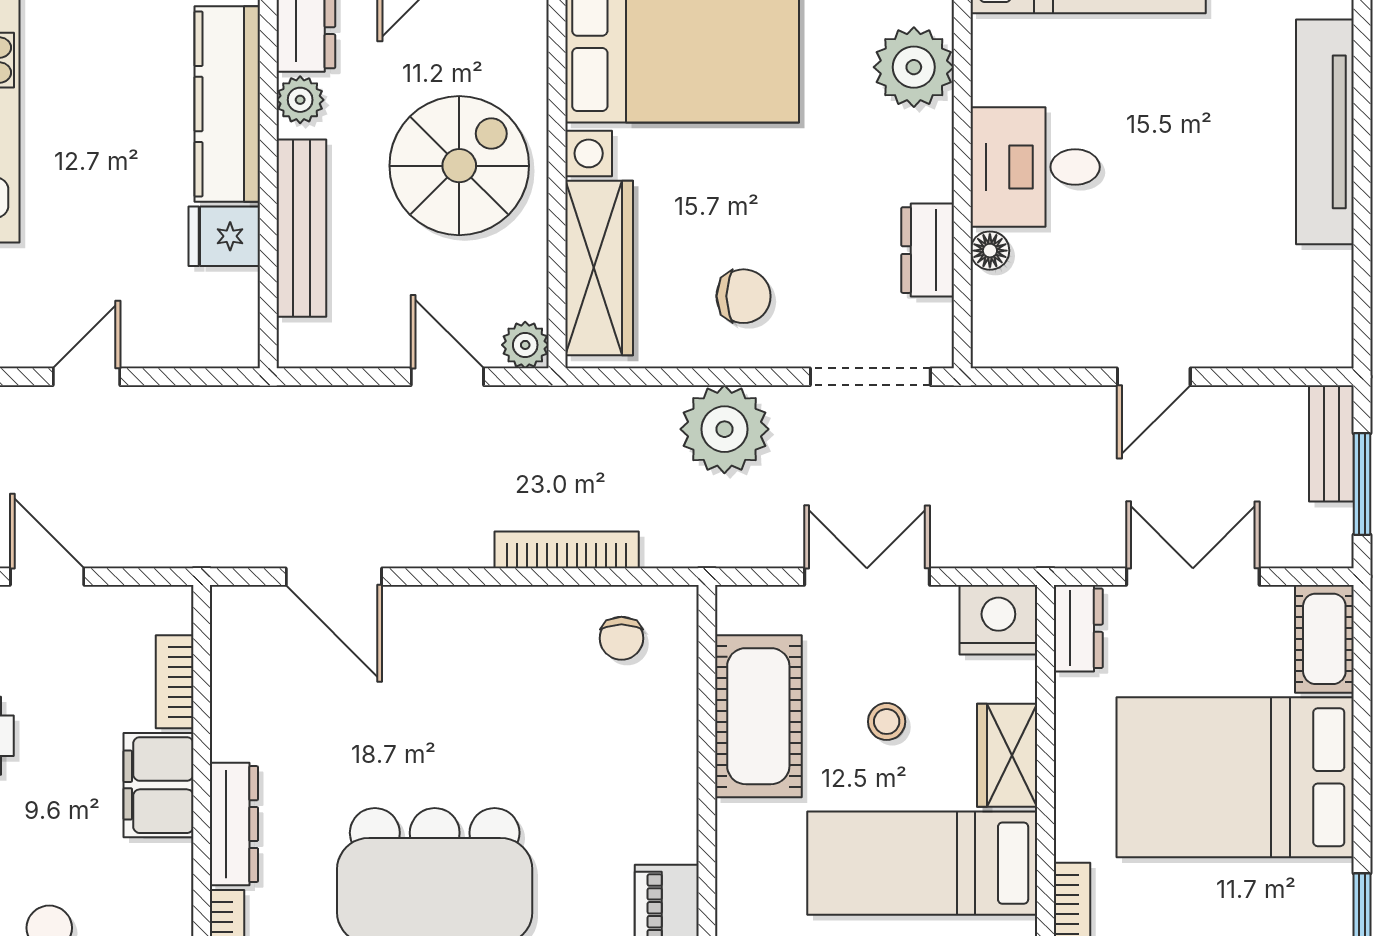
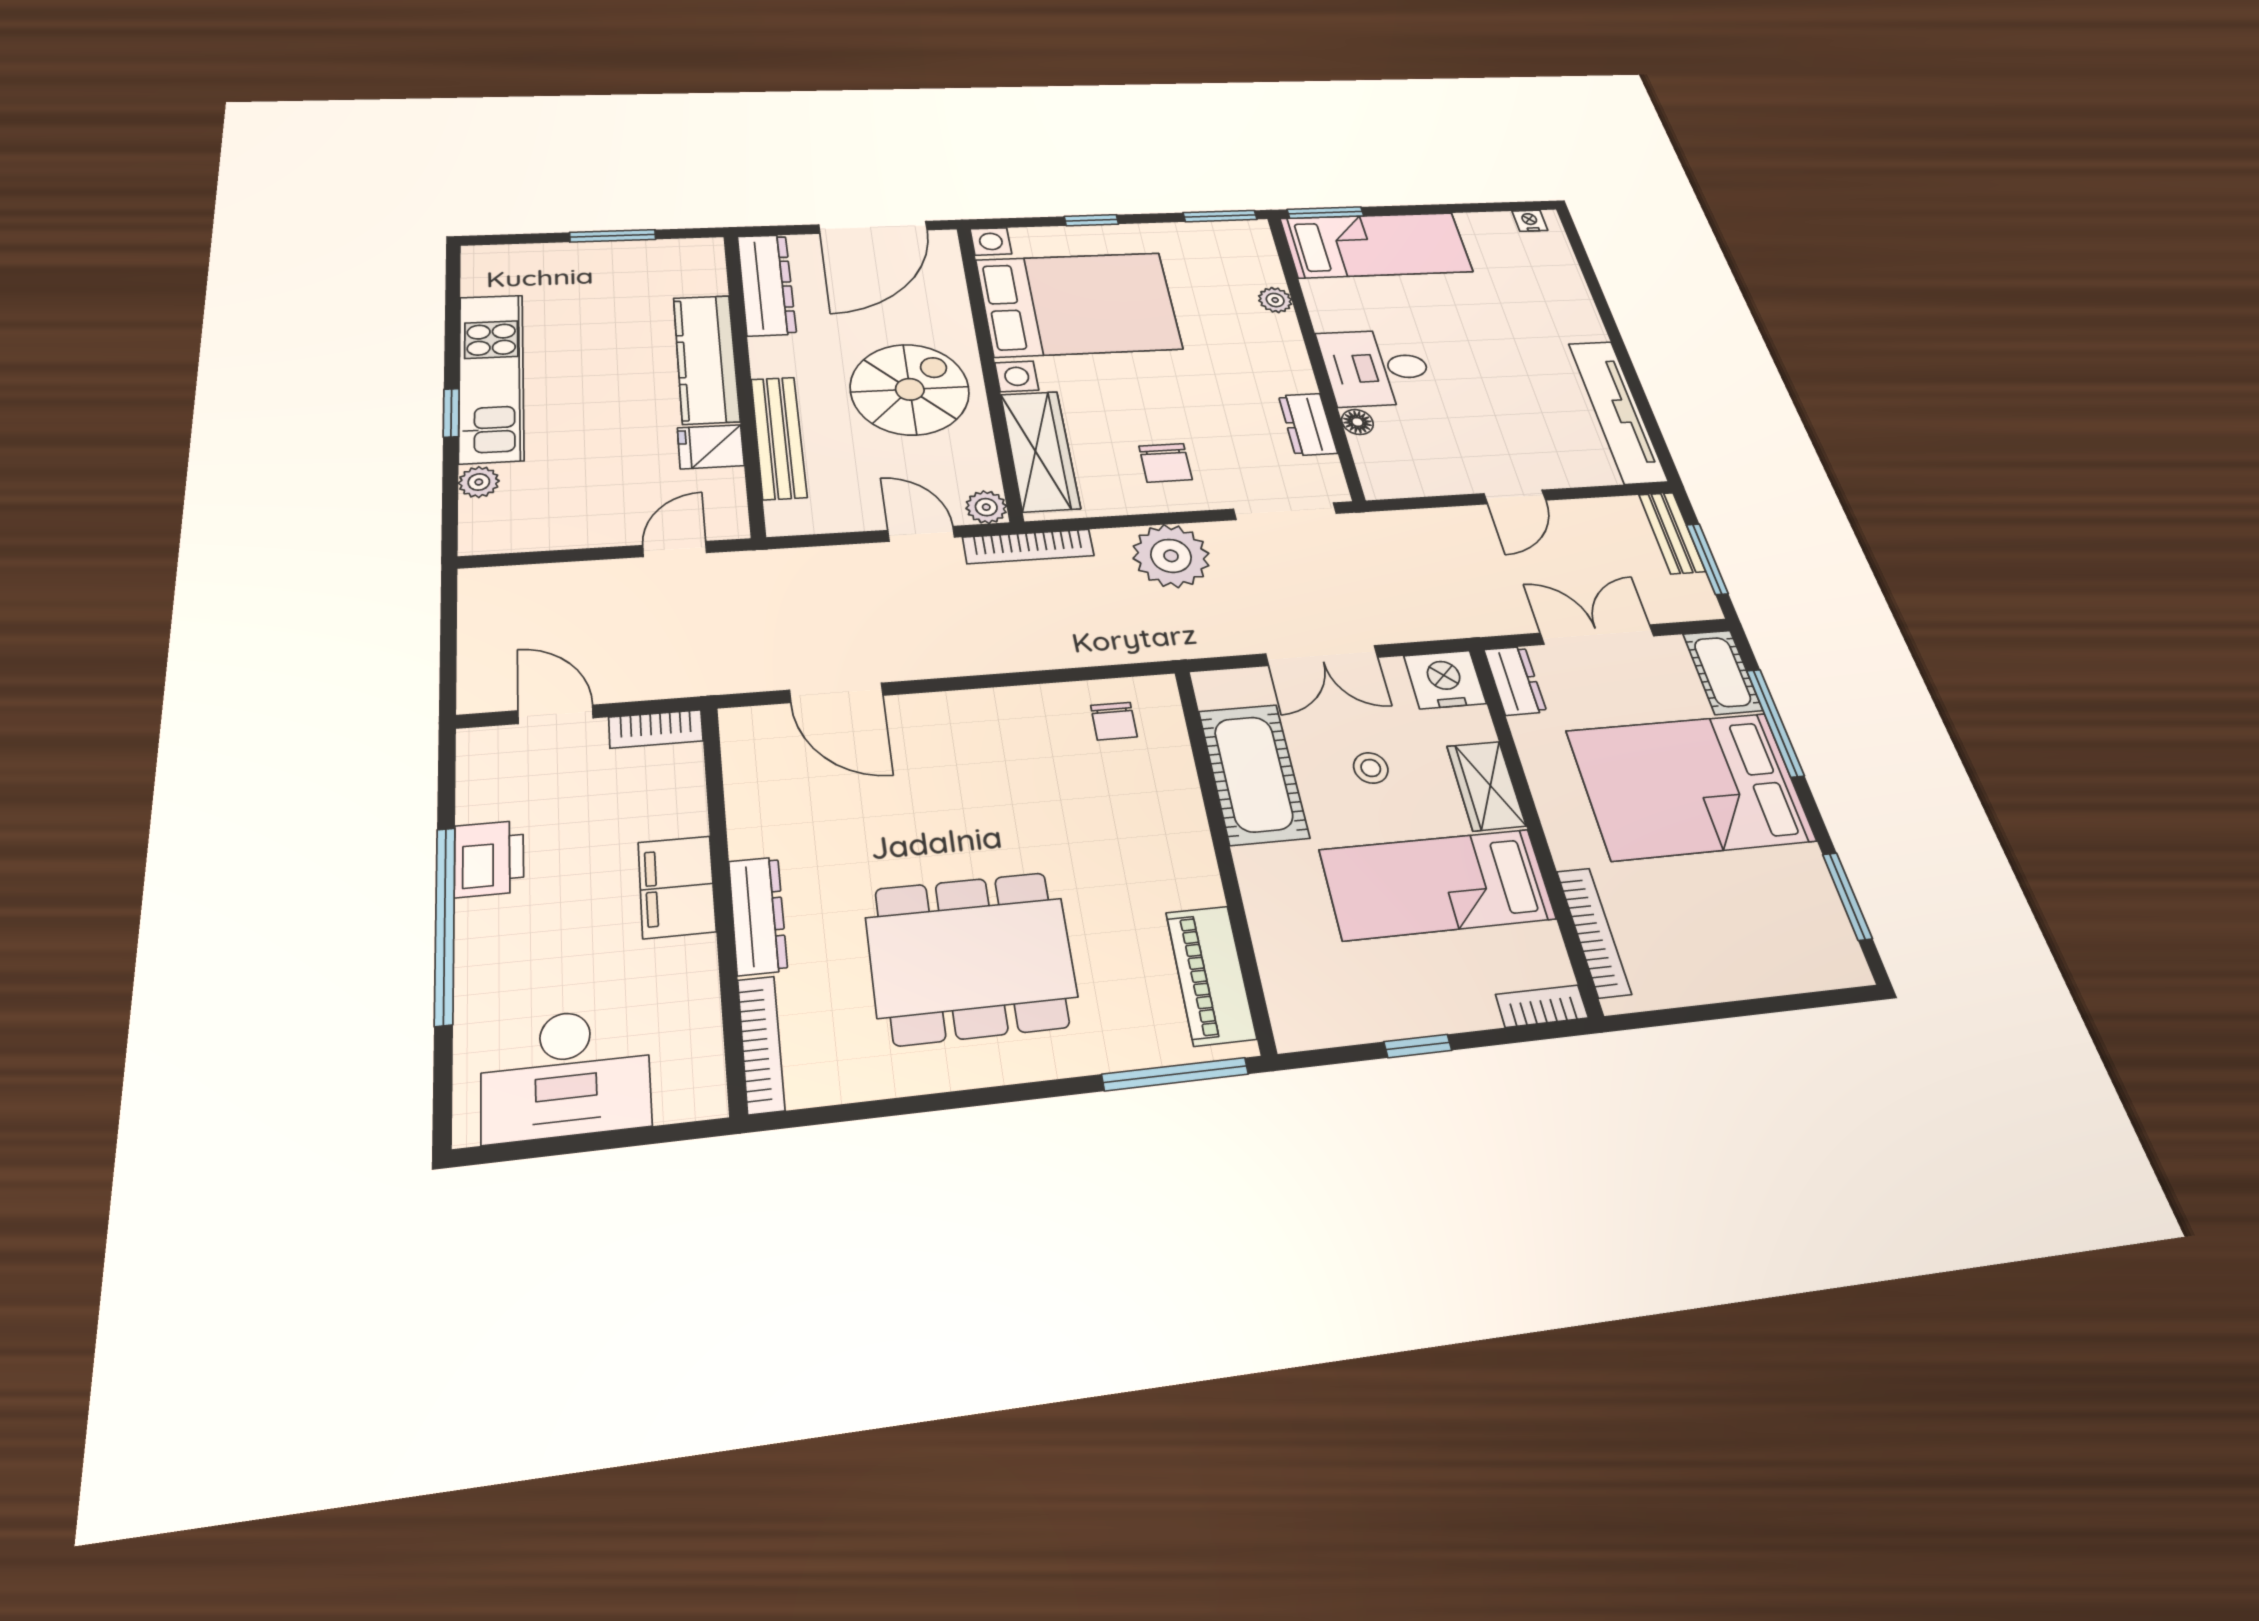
plant: (914, 67) -> (1275, 300), width x0.53, depth x0.53
plant: (300, 100) -> (769, 353), removed
tv unit: (1325, 132) -> (1618, 411), moved
chair: (744, 296) -> (1165, 463), turned 90
door: (87, 377) -> (675, 549), moved
bookcase: (567, 550) -> (1028, 546), moved, turned 180
double door: (867, 577) -> (1322, 656), swing flipped
bookcase: (175, 682) -> (656, 729), moved, turned -90
window: (1362, 709) -> (1775, 723), added

